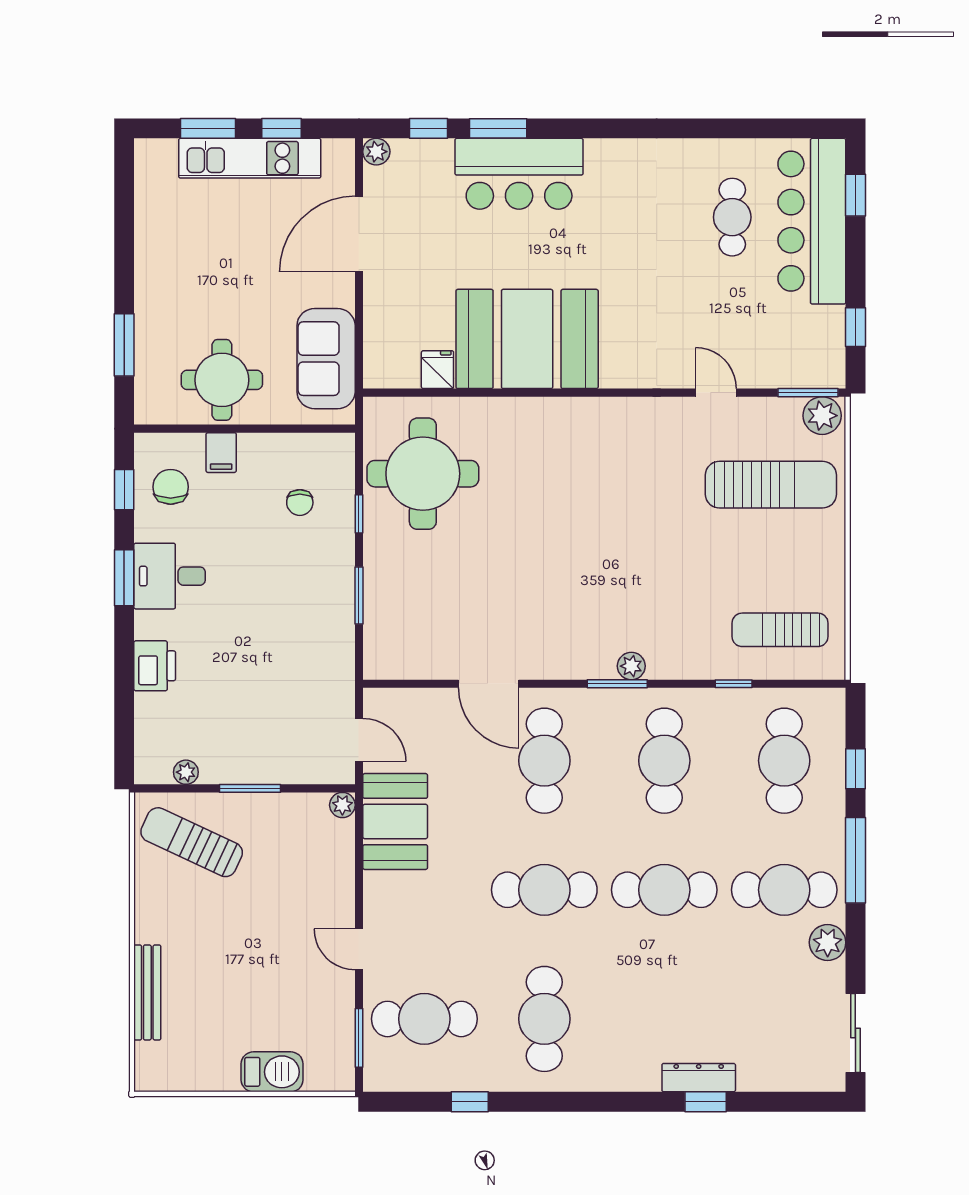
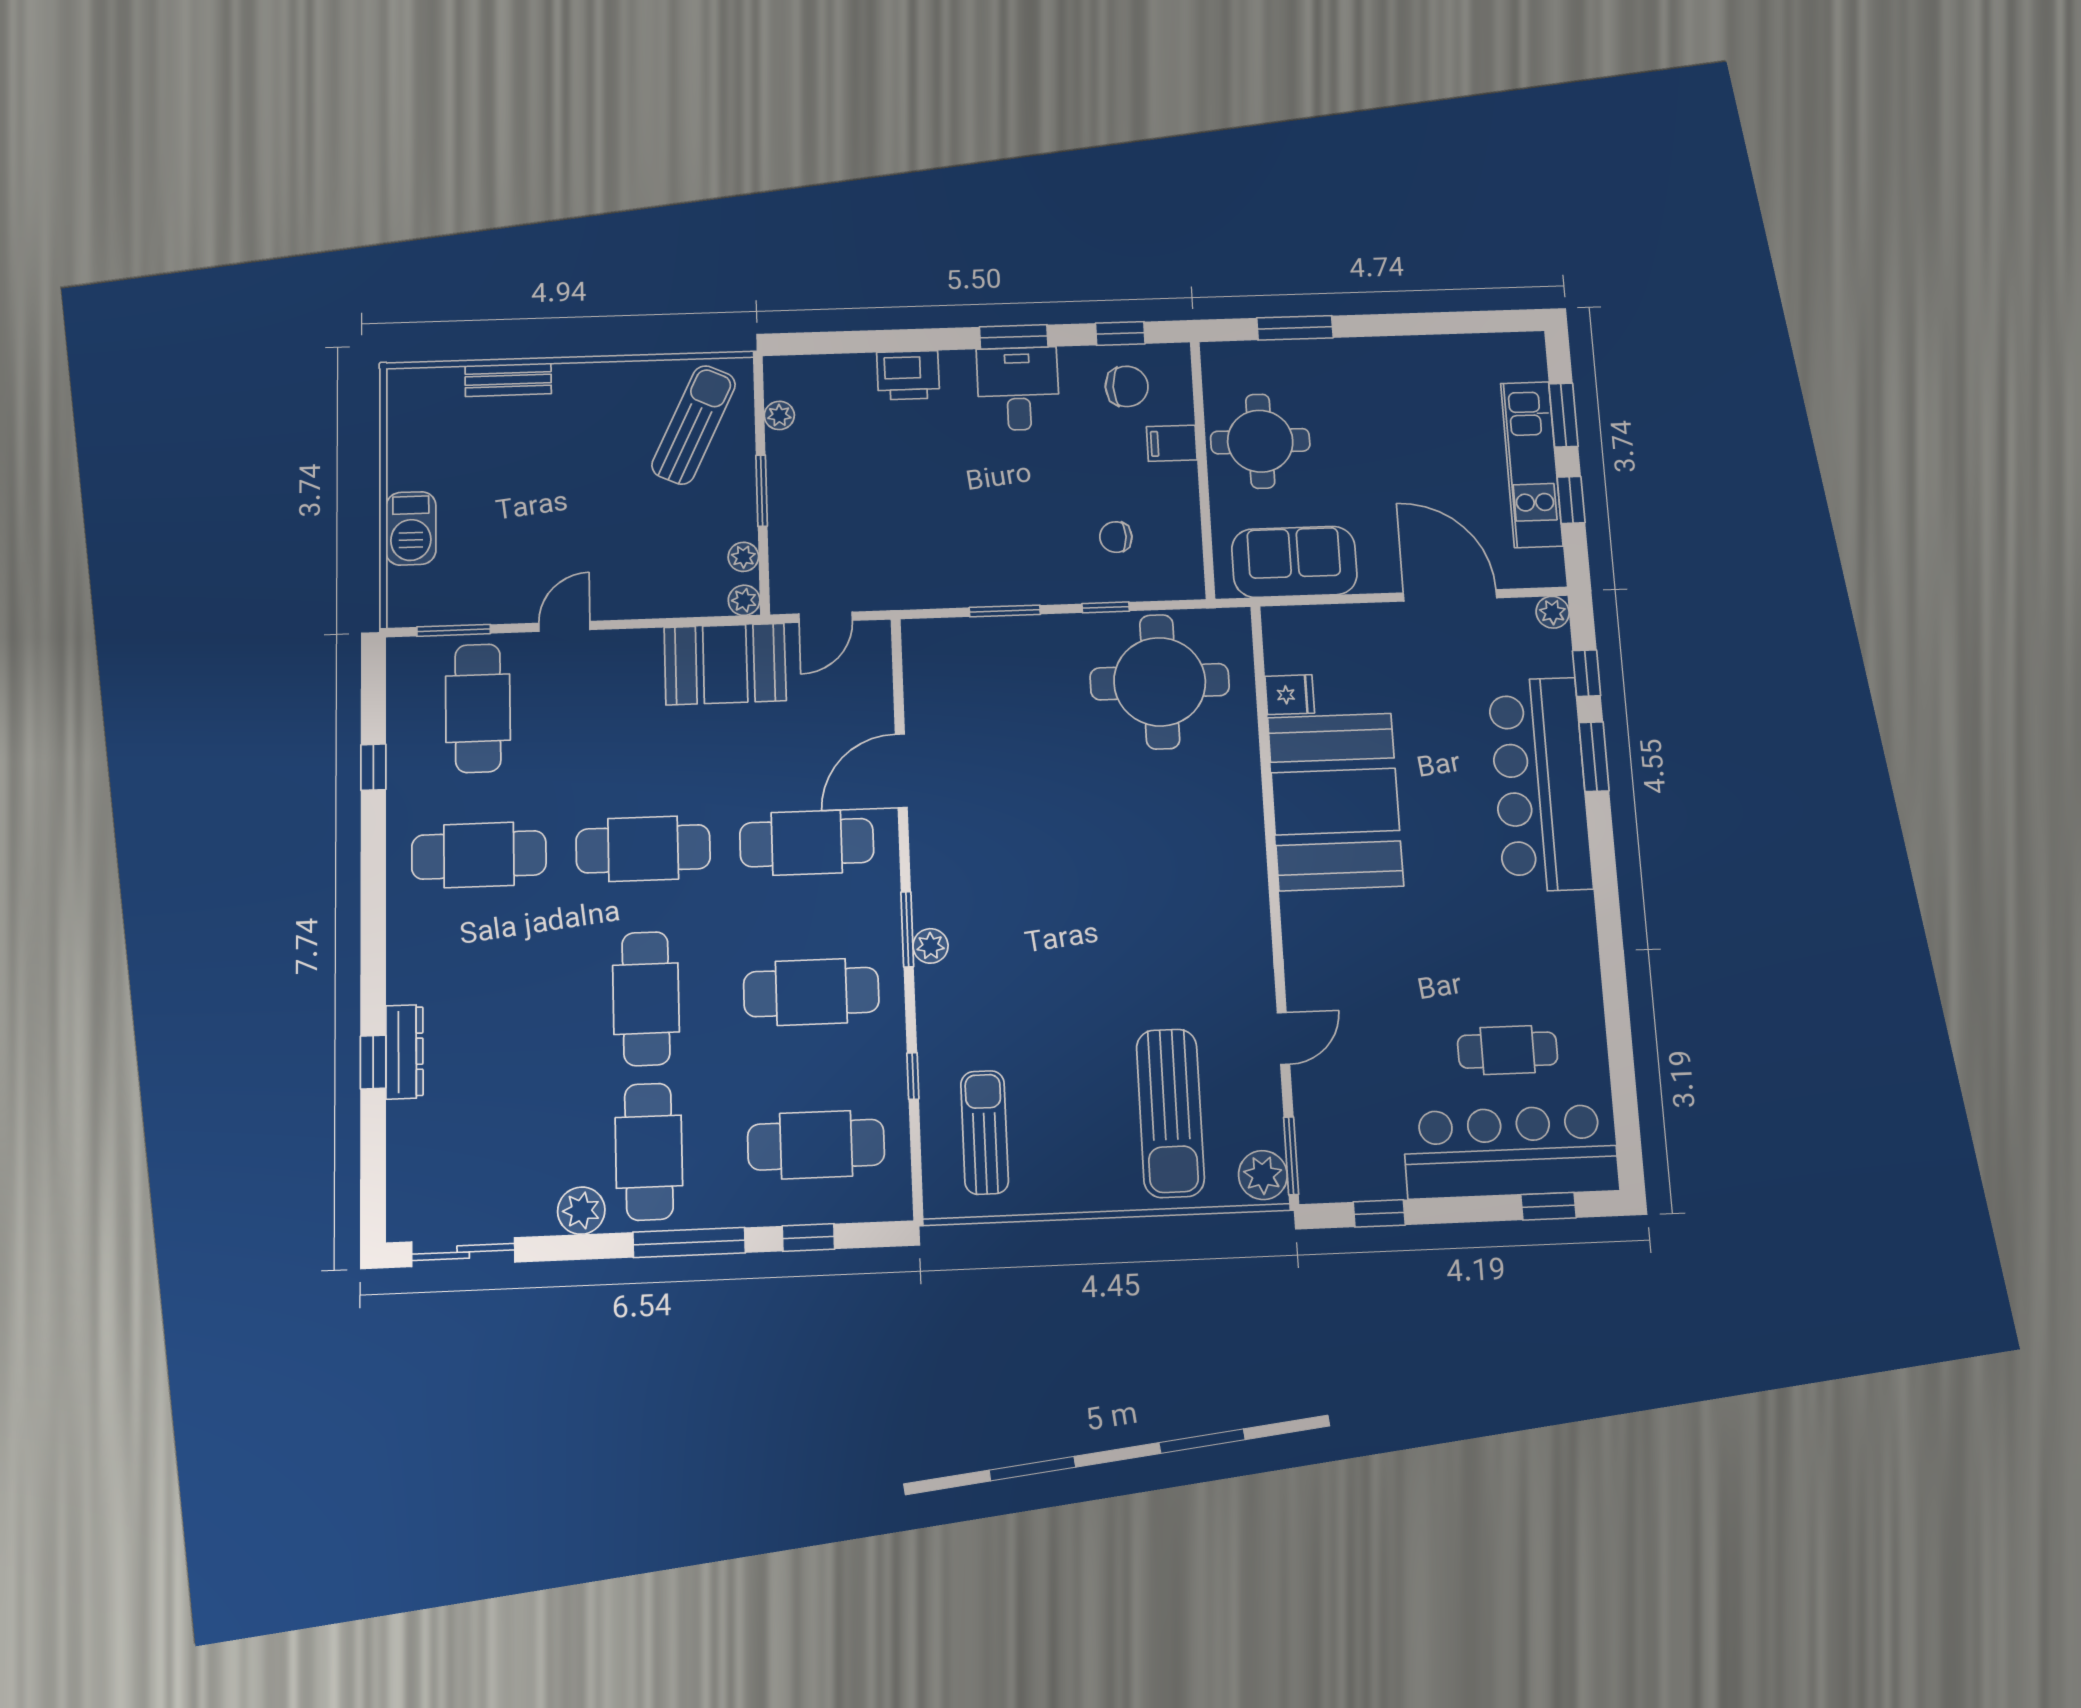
bar counter: (519, 174) -> (1540, 784), width x1.36
plant: (306, 805) -> (743, 557), added
cafe table: (544, 890) -> (643, 849), turned 90
bench: (147, 992) -> (508, 380), width x0.73

